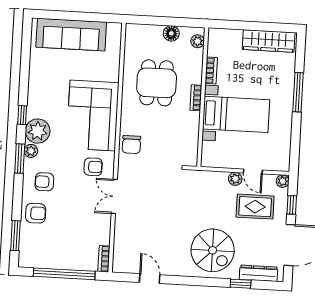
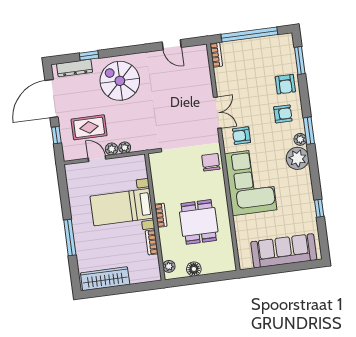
window: (22, 115) -> (319, 208), moved
plant: (283, 181) -> (125, 148), moved
armchair: (36, 213) -> (285, 84), turned -90

